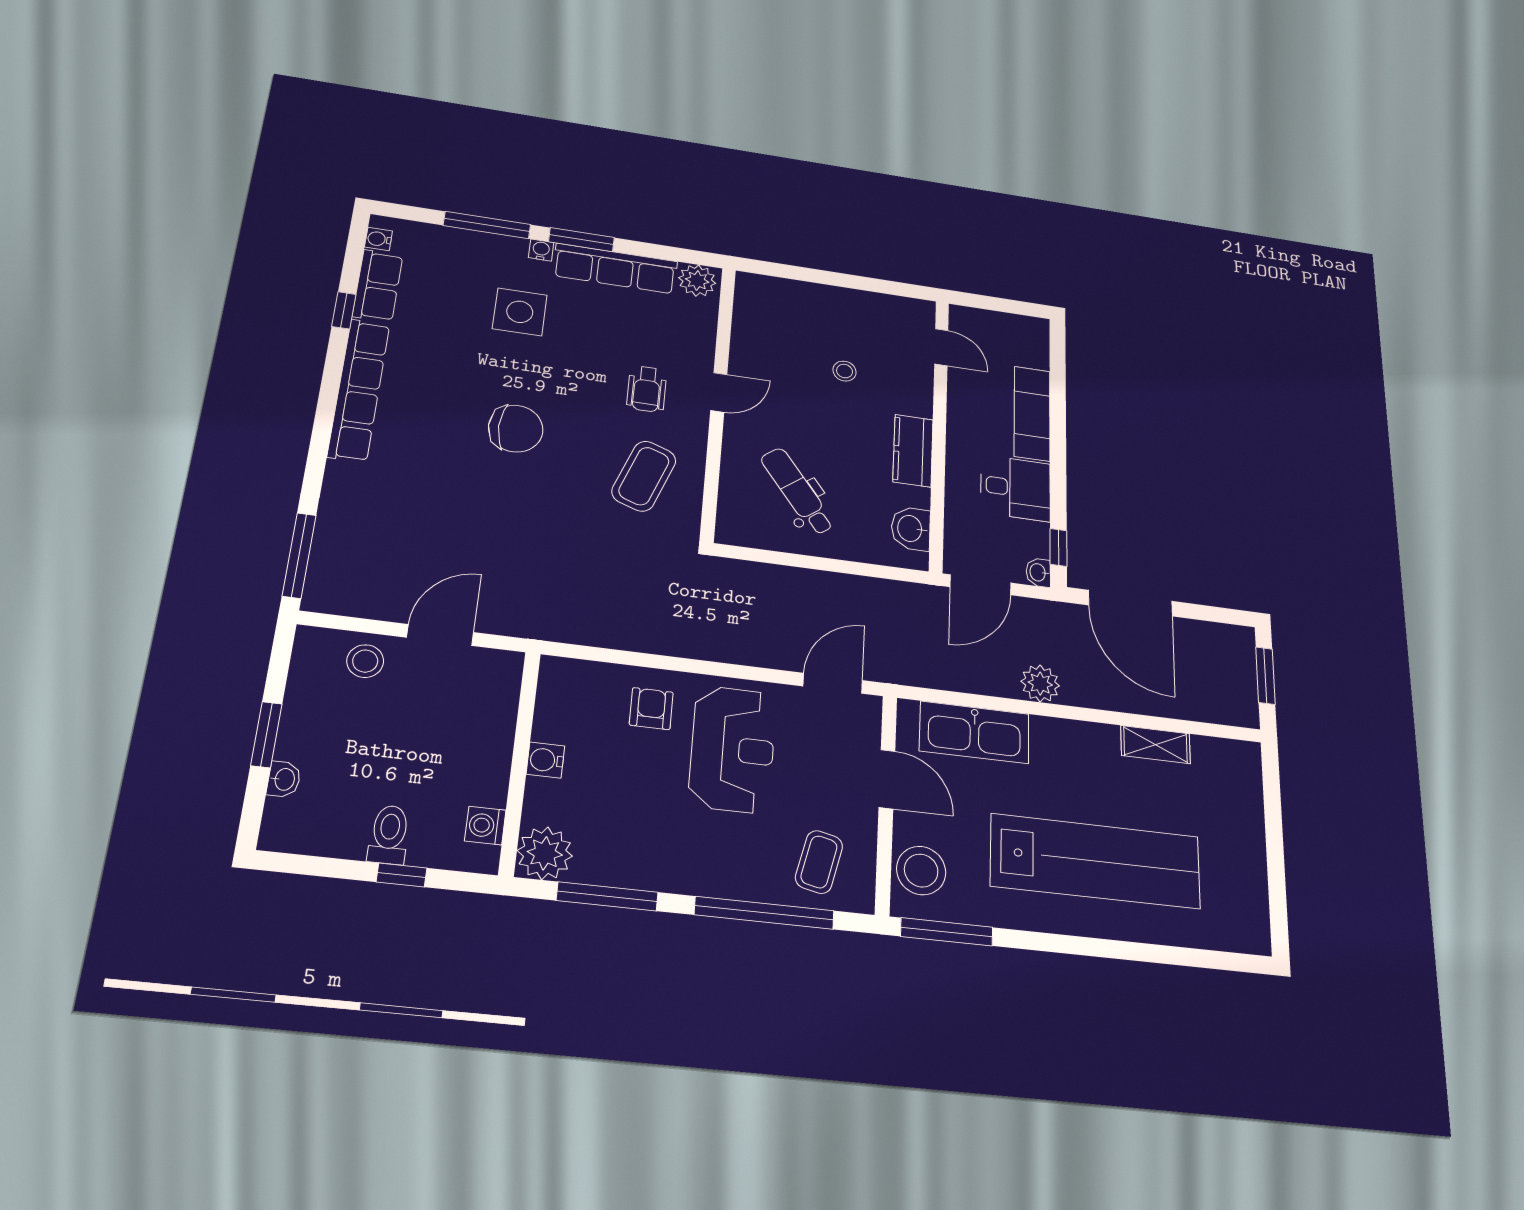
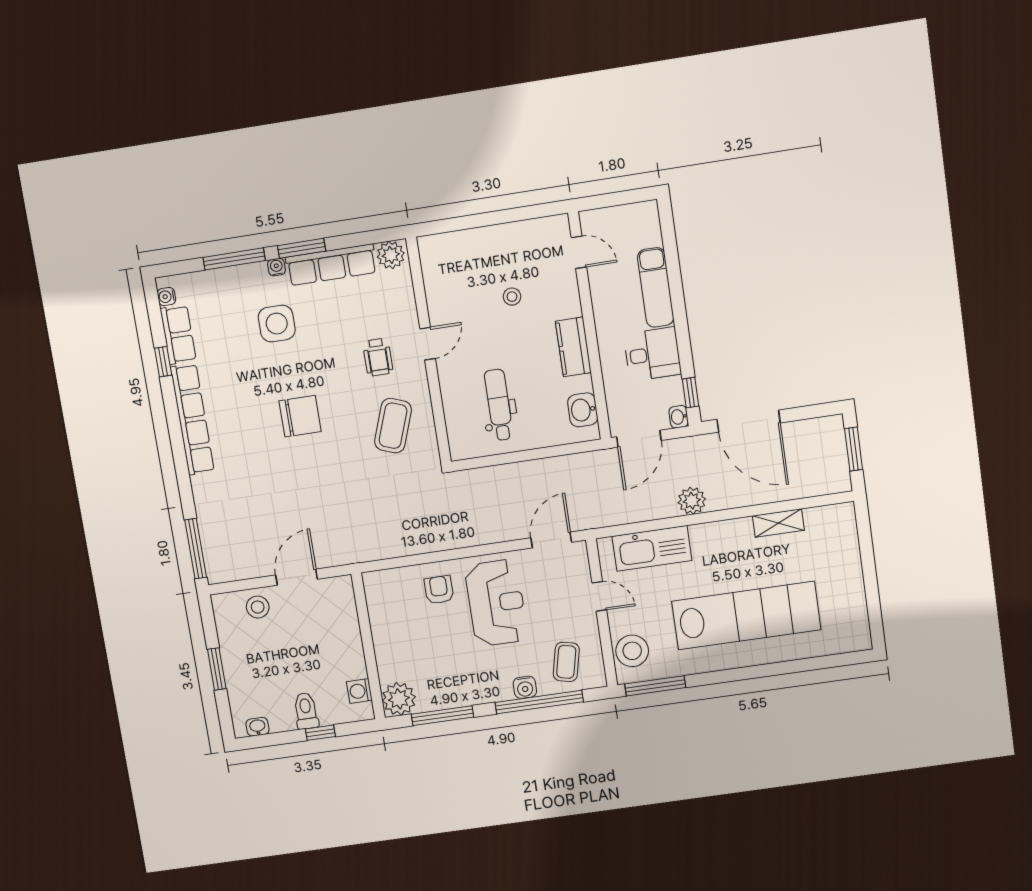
dental chair: (798, 491) -> (499, 405), turned 37
water cooler: (545, 760) -> (525, 687), moved, turned -90
washbasin: (284, 779) -> (258, 727), moved, turned -90
door: (887, 779) -> (599, 596), width x0.73

